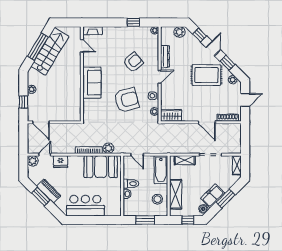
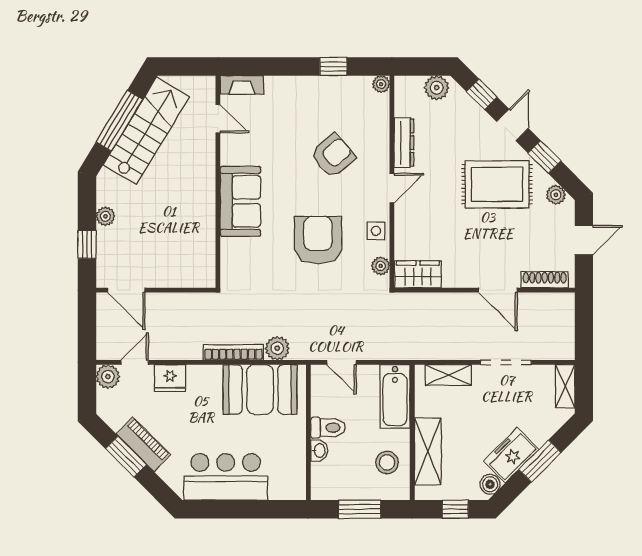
armchair: (127, 100) -> (318, 240), turned -75

